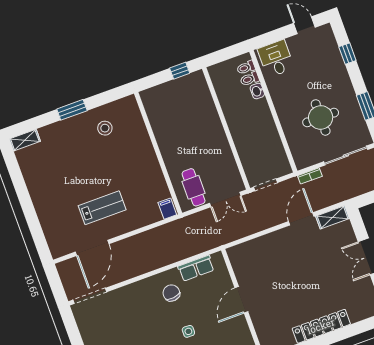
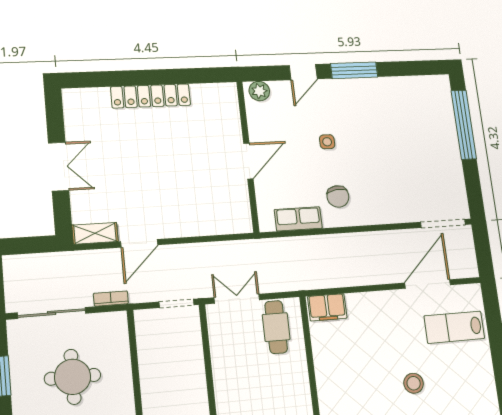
stool: (88, 174) -> (414, 383), added
lab bench: (102, 208) -> (454, 327), moved
filing cabinet: (167, 209) -> (327, 307), width x2.00

